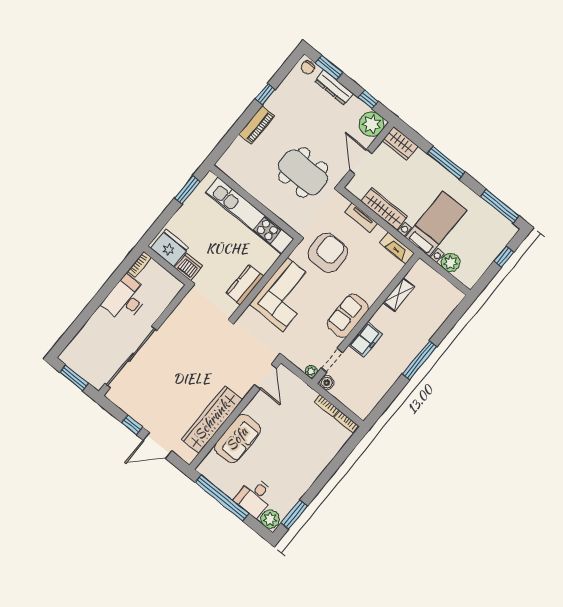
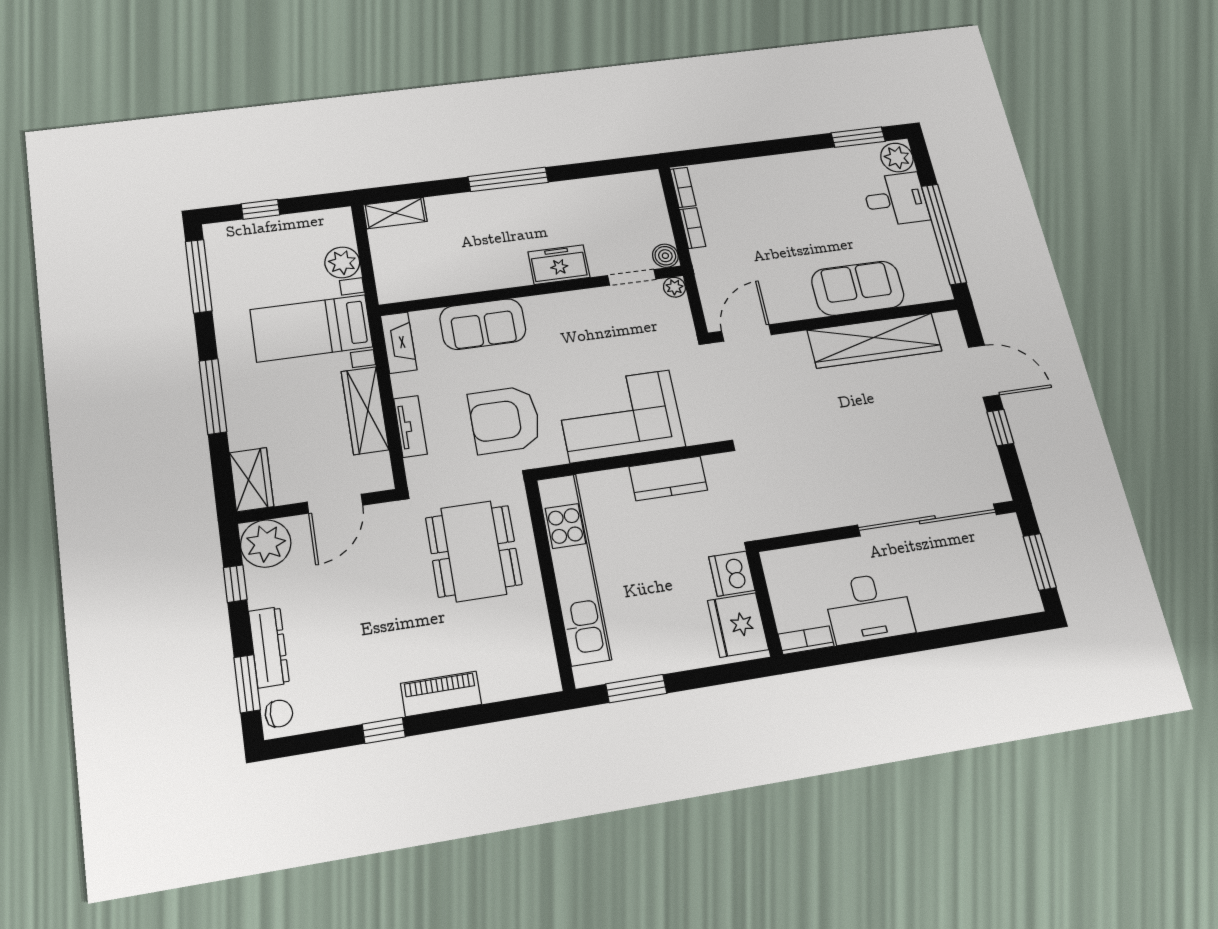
dining table: (303, 172) -> (474, 551), moved
shelving: (399, 295) -> (395, 213), moved
sofa: (348, 316) -> (483, 324), moved

